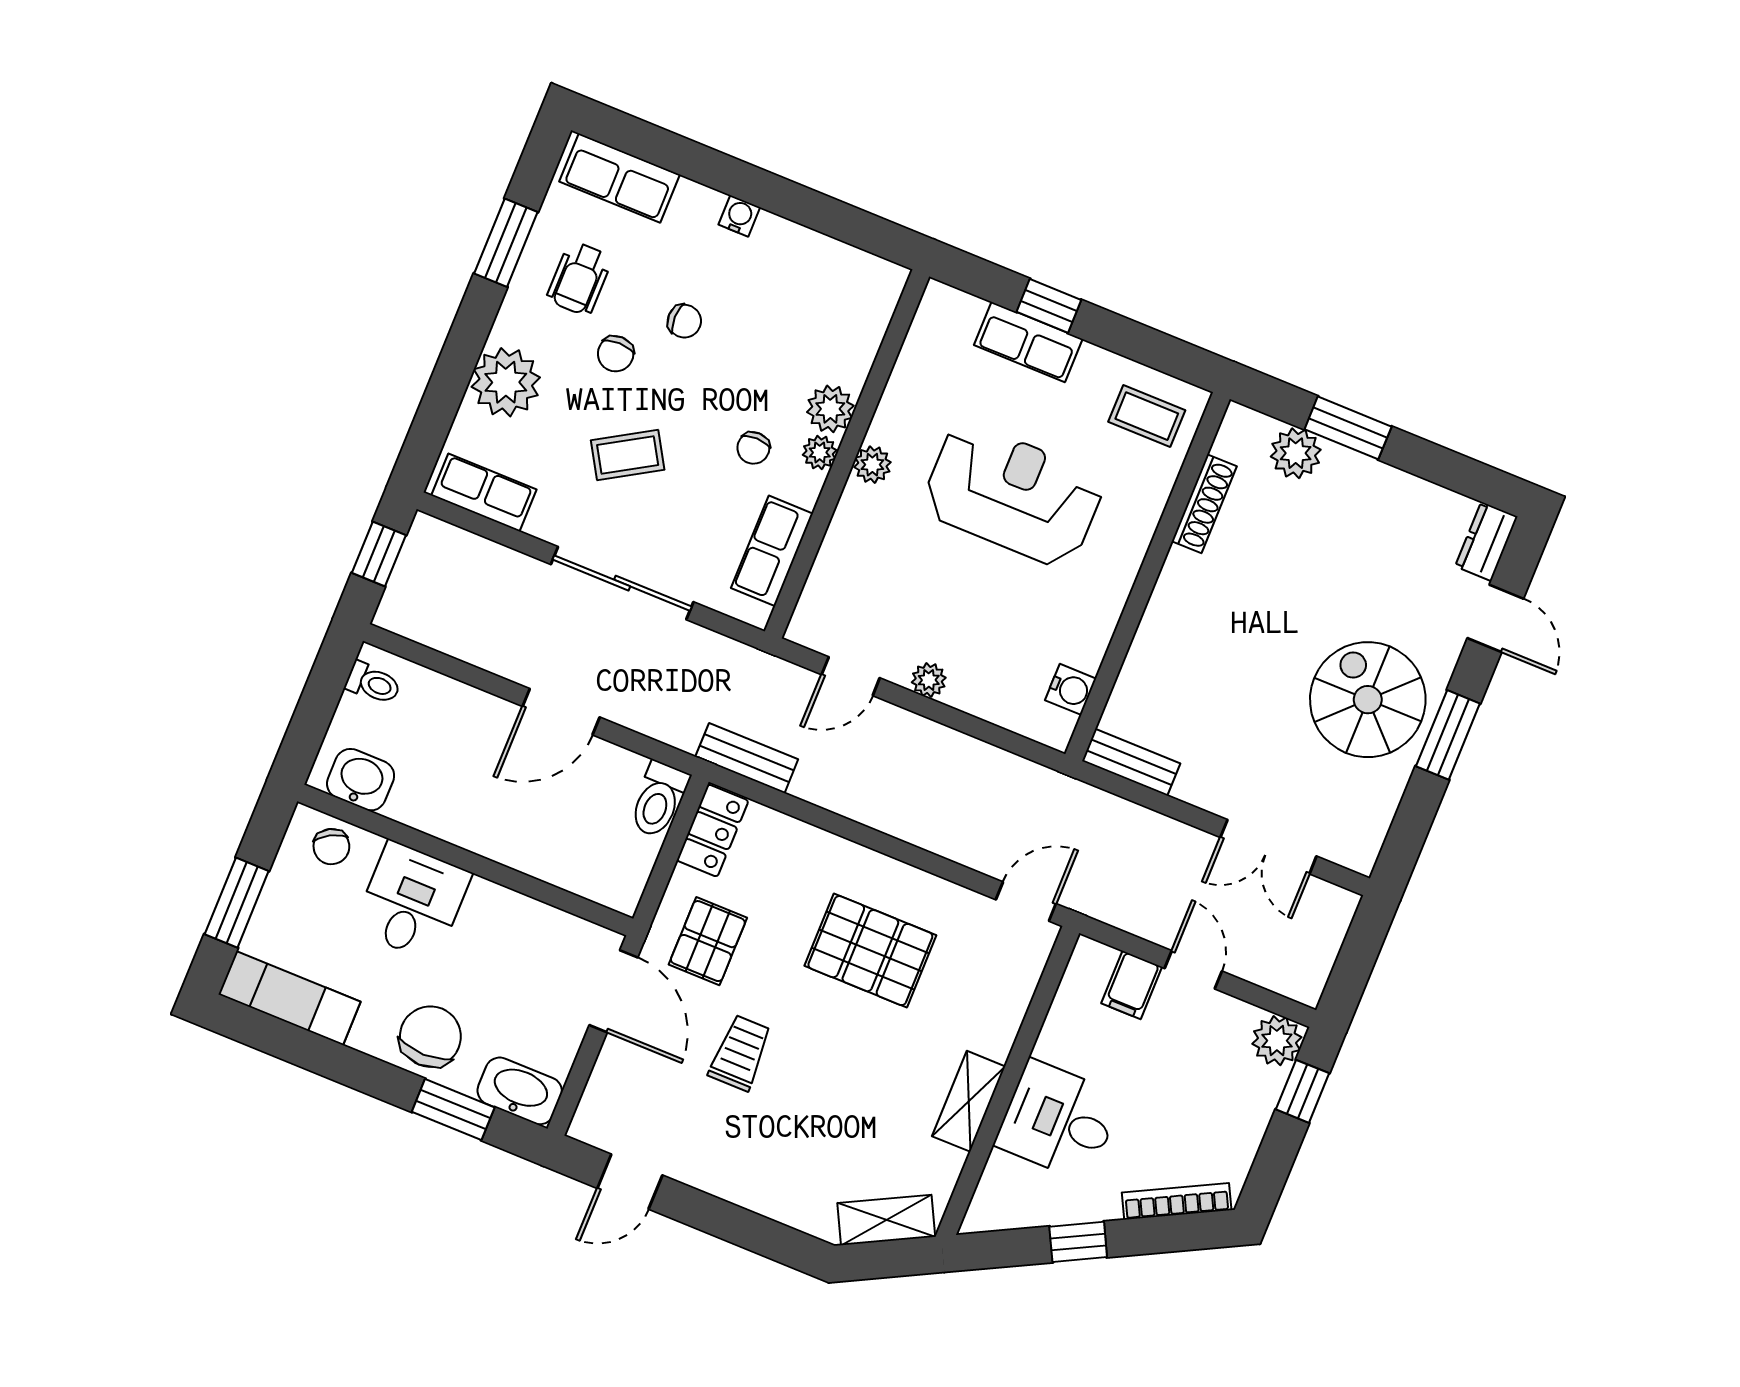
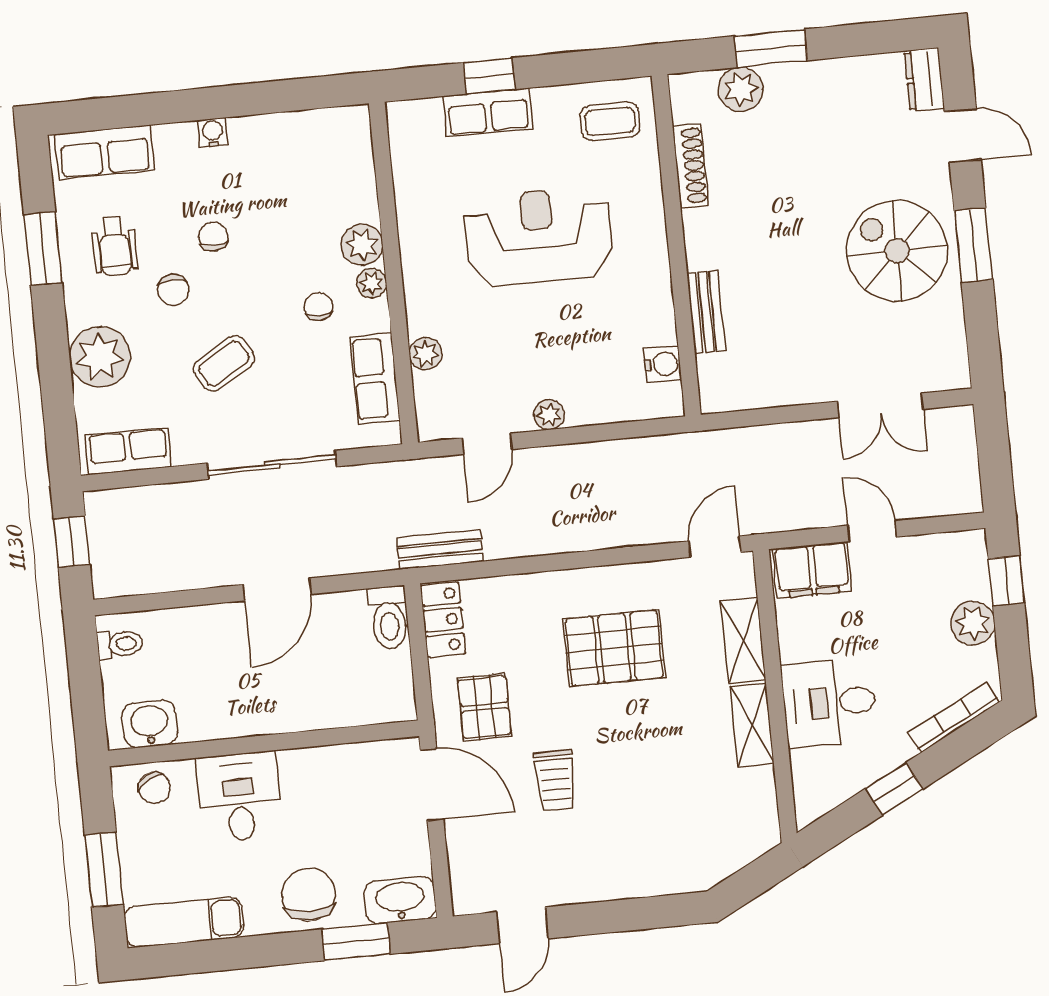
chair: (684, 321) -> (213, 237), turned -90
chair: (753, 448) -> (318, 307), turned 180
plant: (872, 465) -> (426, 354), moved
bench: (1131, 762) -> (706, 312), moved, turned 90
filing cabinet: (1132, 985) -> (812, 570), width x2.00
plant: (1277, 1041) -> (973, 623), moved
trolley: (740, 1053) -> (555, 780), turned 180
shelving: (886, 1220) -> (743, 640), moved, turned -63

